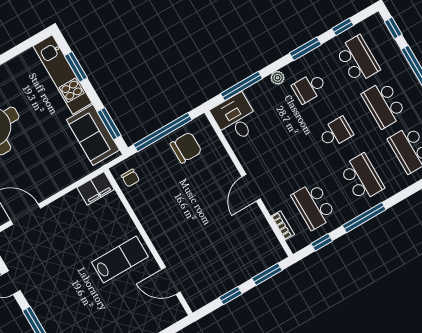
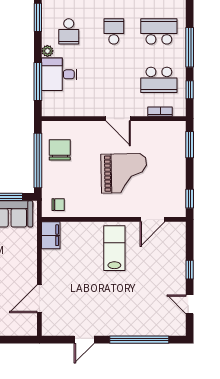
desk: (235, 118) -> (59, 74), moved
grand piano: (200, 225) -> (124, 173), added
window: (231, 296) -> (190, 199), moved

